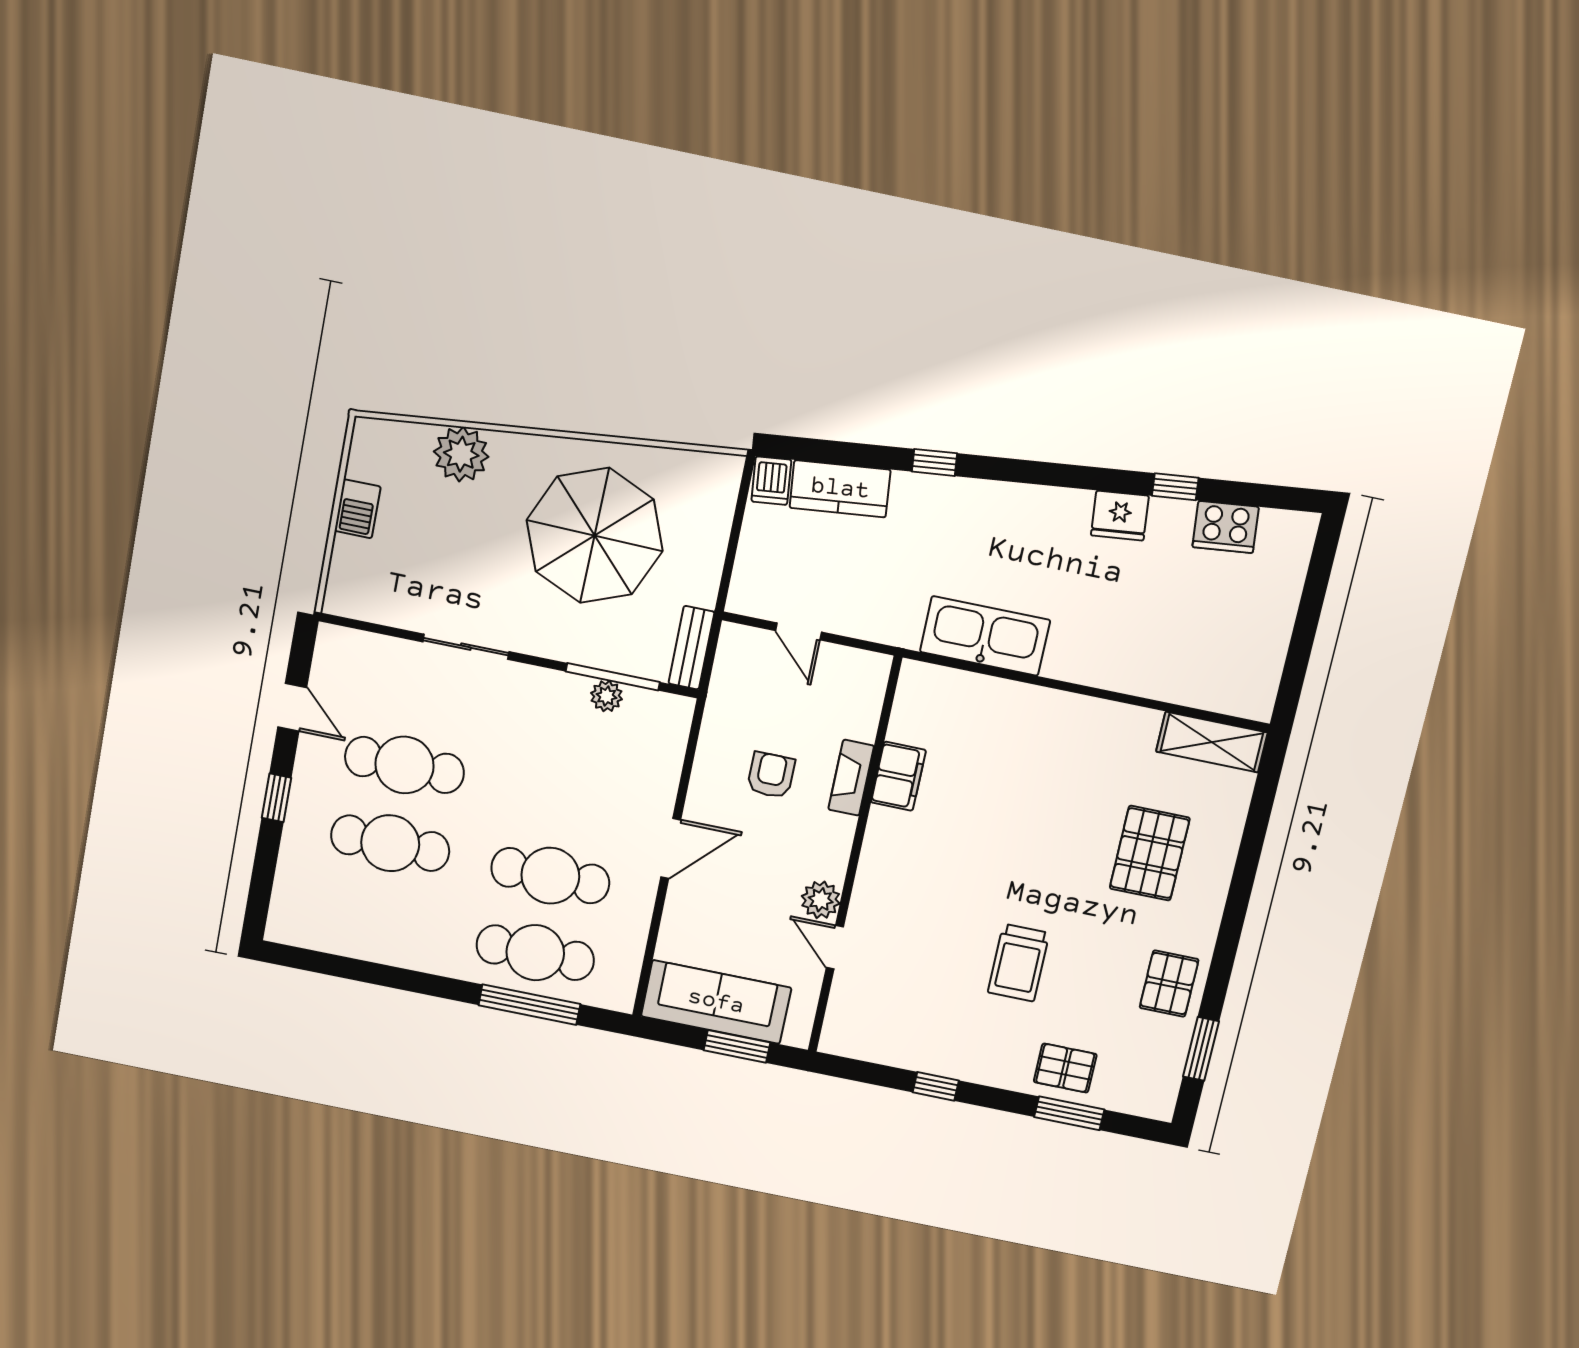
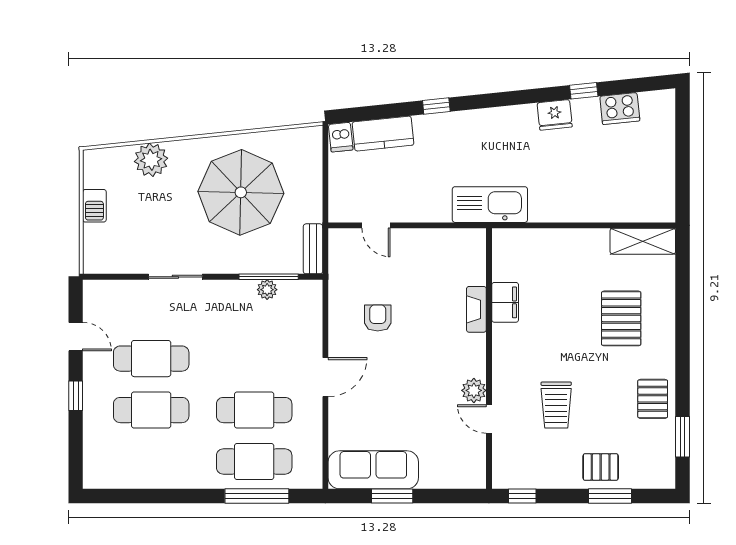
filing cabinet: (898, 776) -> (505, 302), moved
fireplace: (851, 778) -> (476, 309), moved
wall: (855, 857) -> (489, 359), moved
plant: (821, 900) -> (474, 390), moved
door: (835, 947) -> (489, 419), moved

